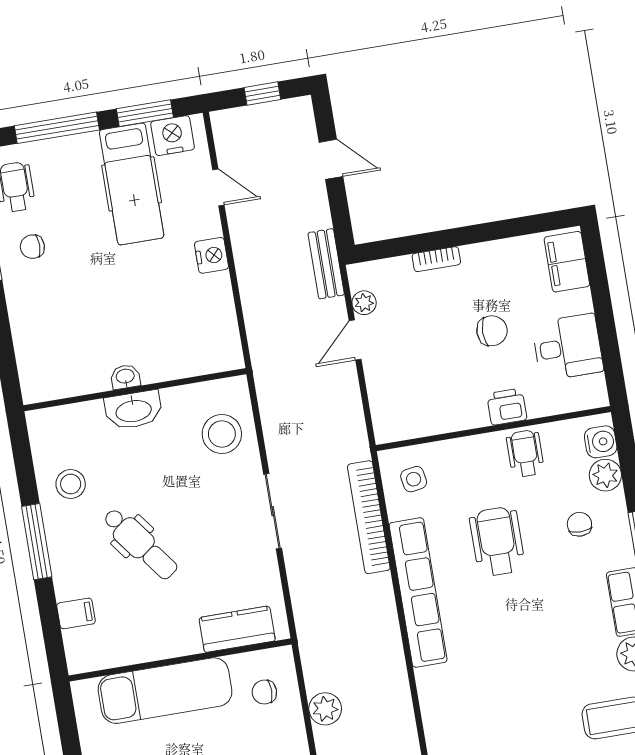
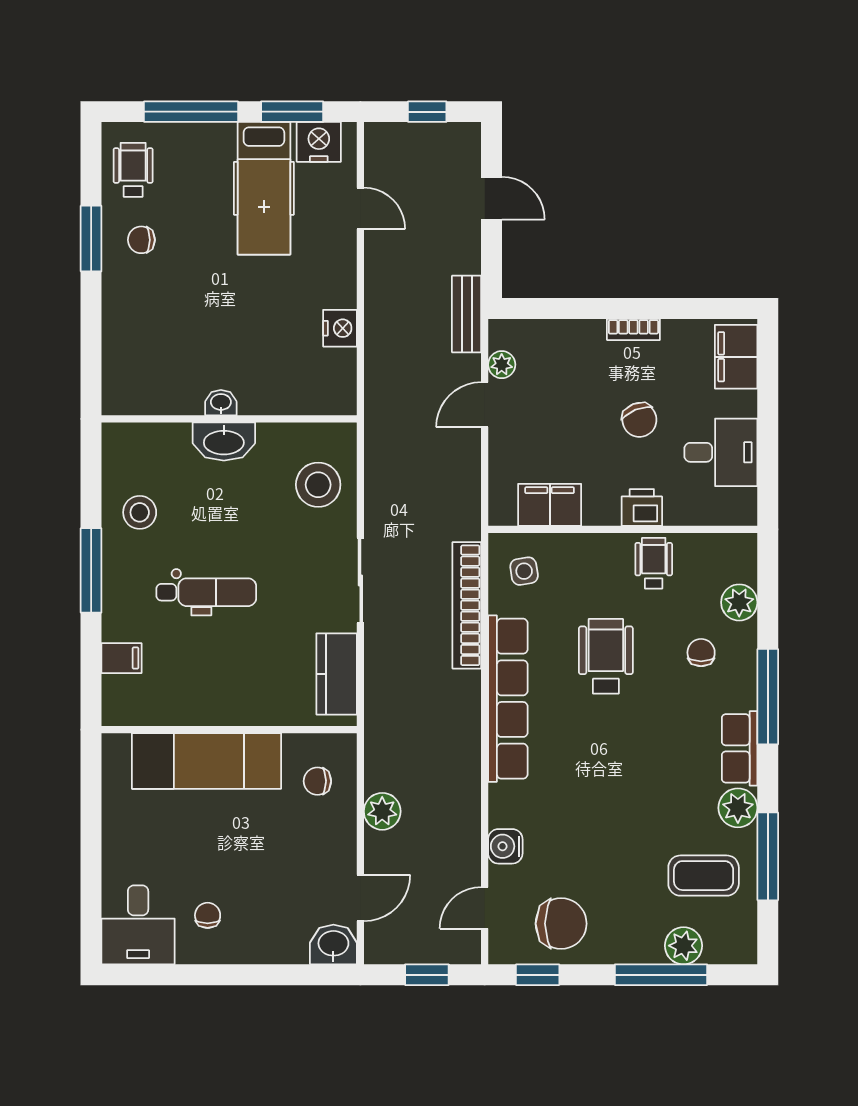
nightstand: (211, 255) -> (340, 328), moved
bookcase: (436, 259) -> (633, 329), moved
chair: (492, 331) -> (639, 420), turned 68
filing cabinet: (426, 418) -> (550, 505), added
water cooler: (601, 442) -> (505, 846), moved, turned 180
dental chair: (140, 544) -> (206, 592), turned -53
kitchen counter: (237, 629) -> (337, 674), moved, turned -90

